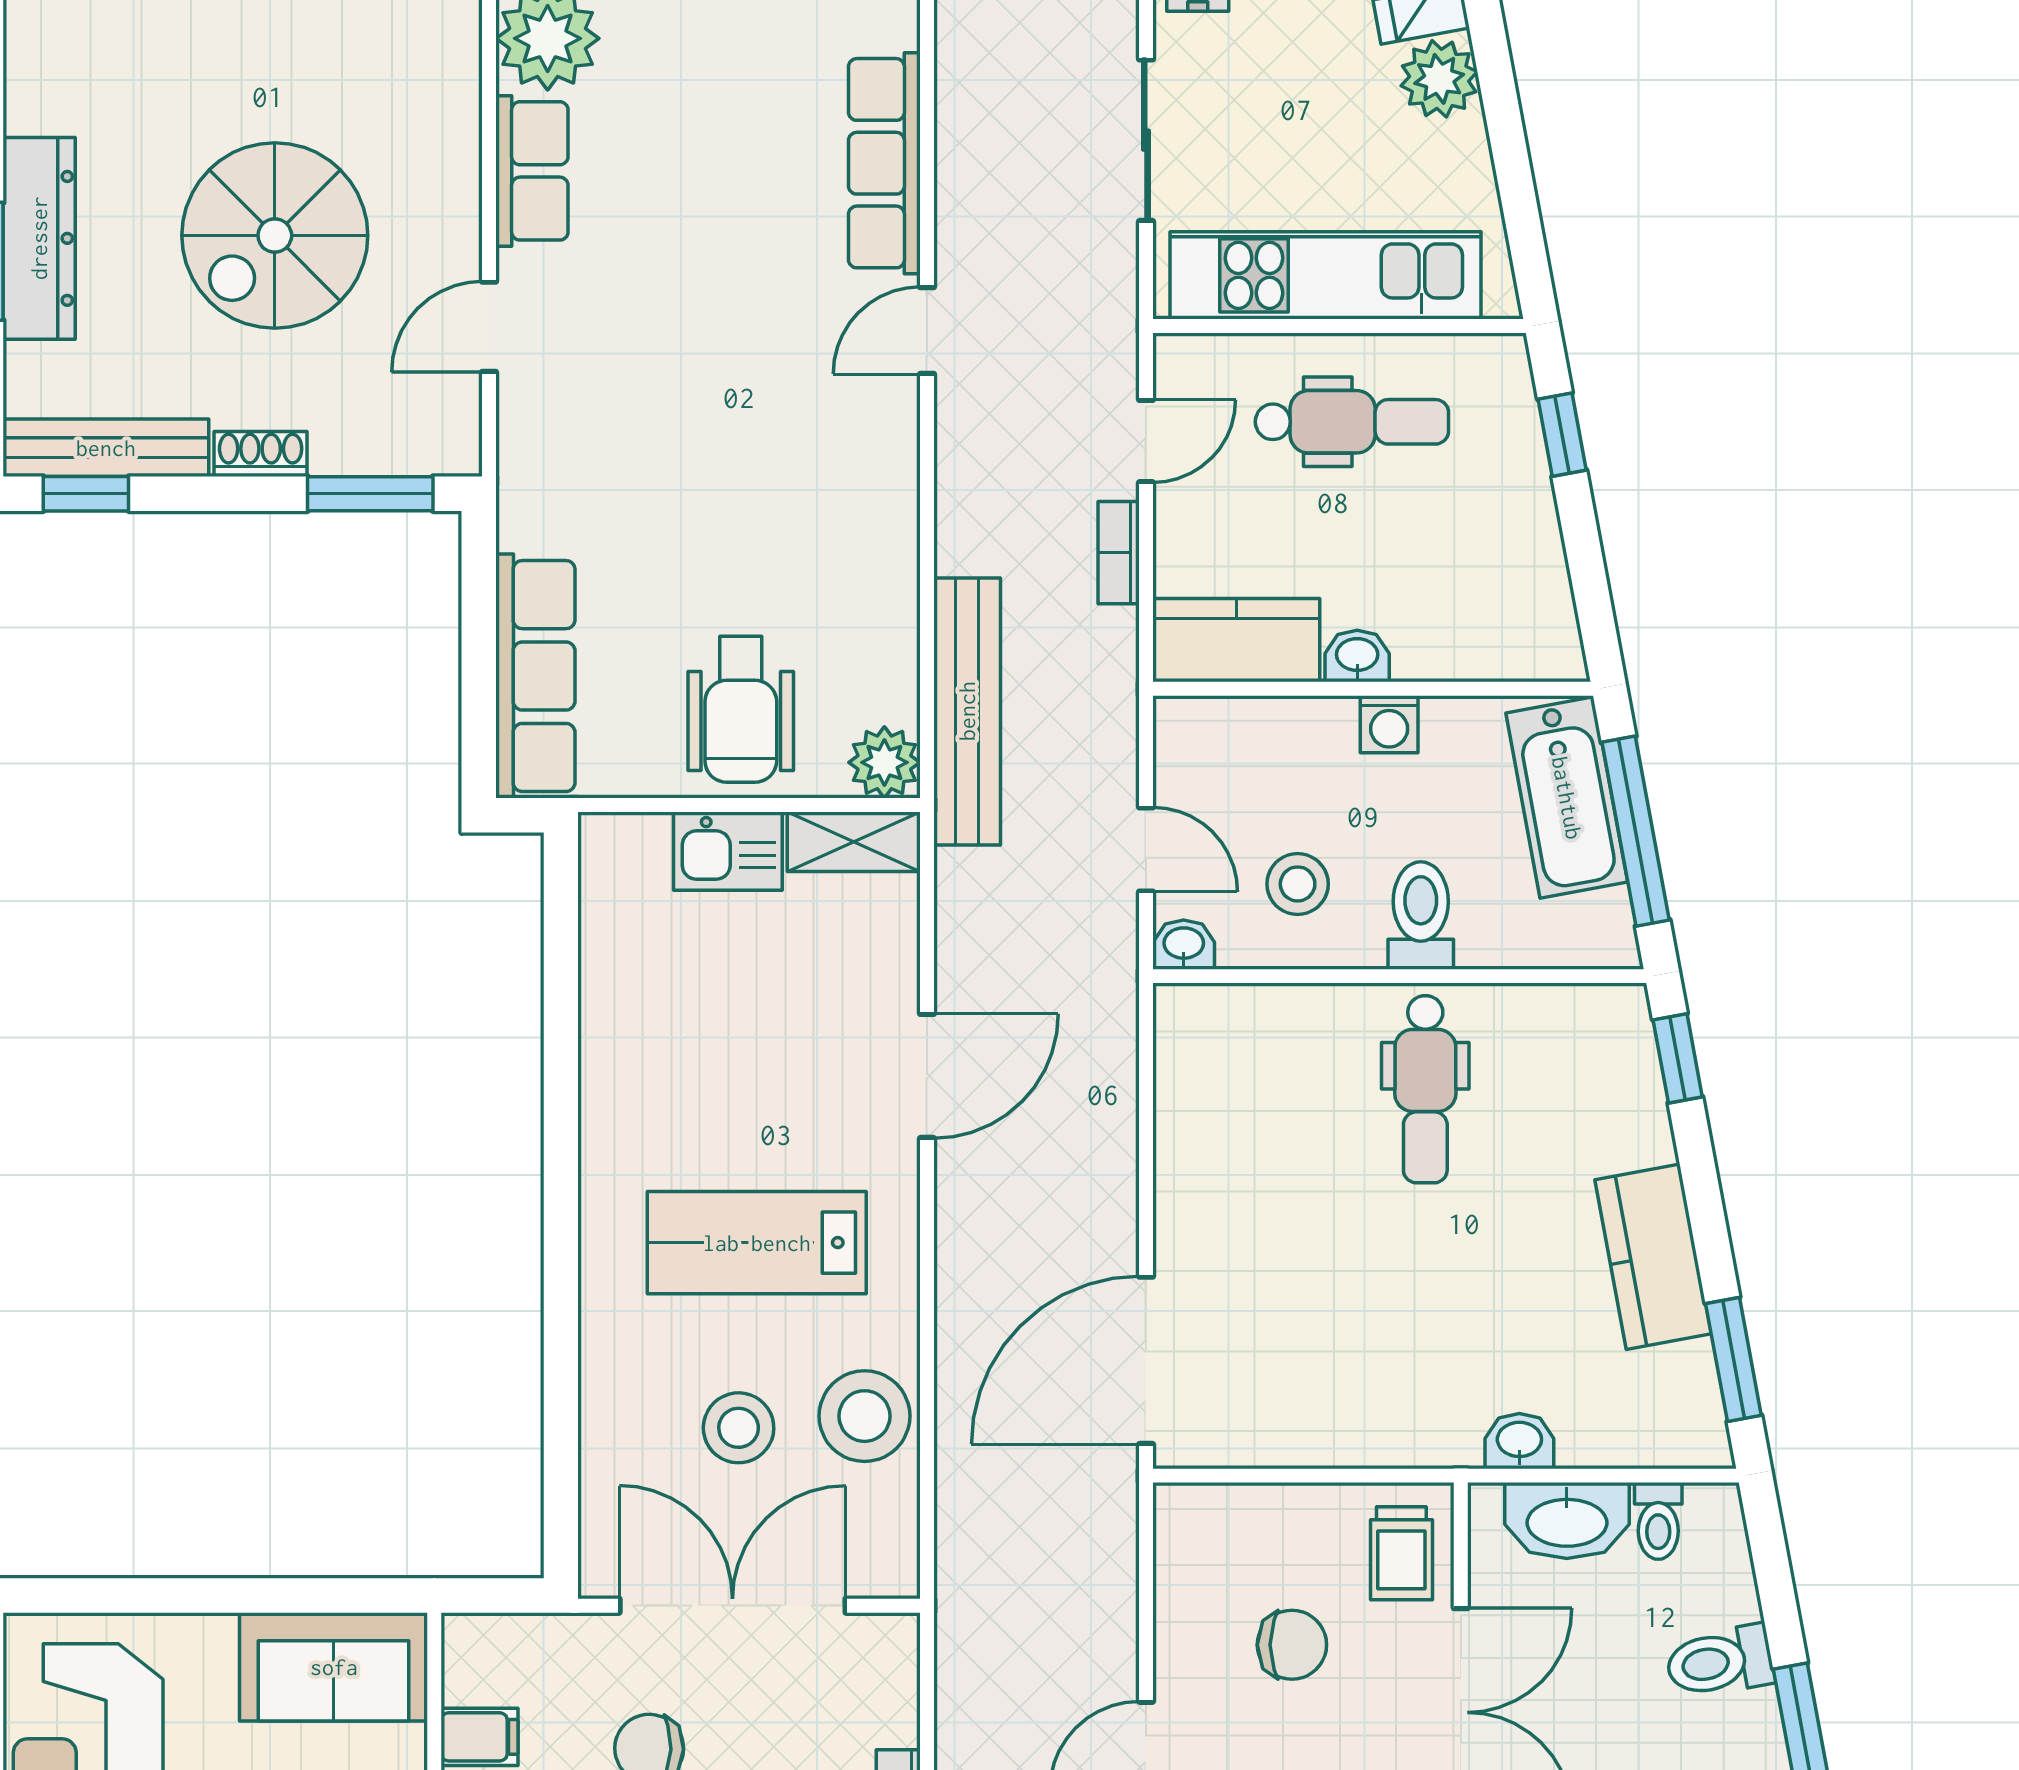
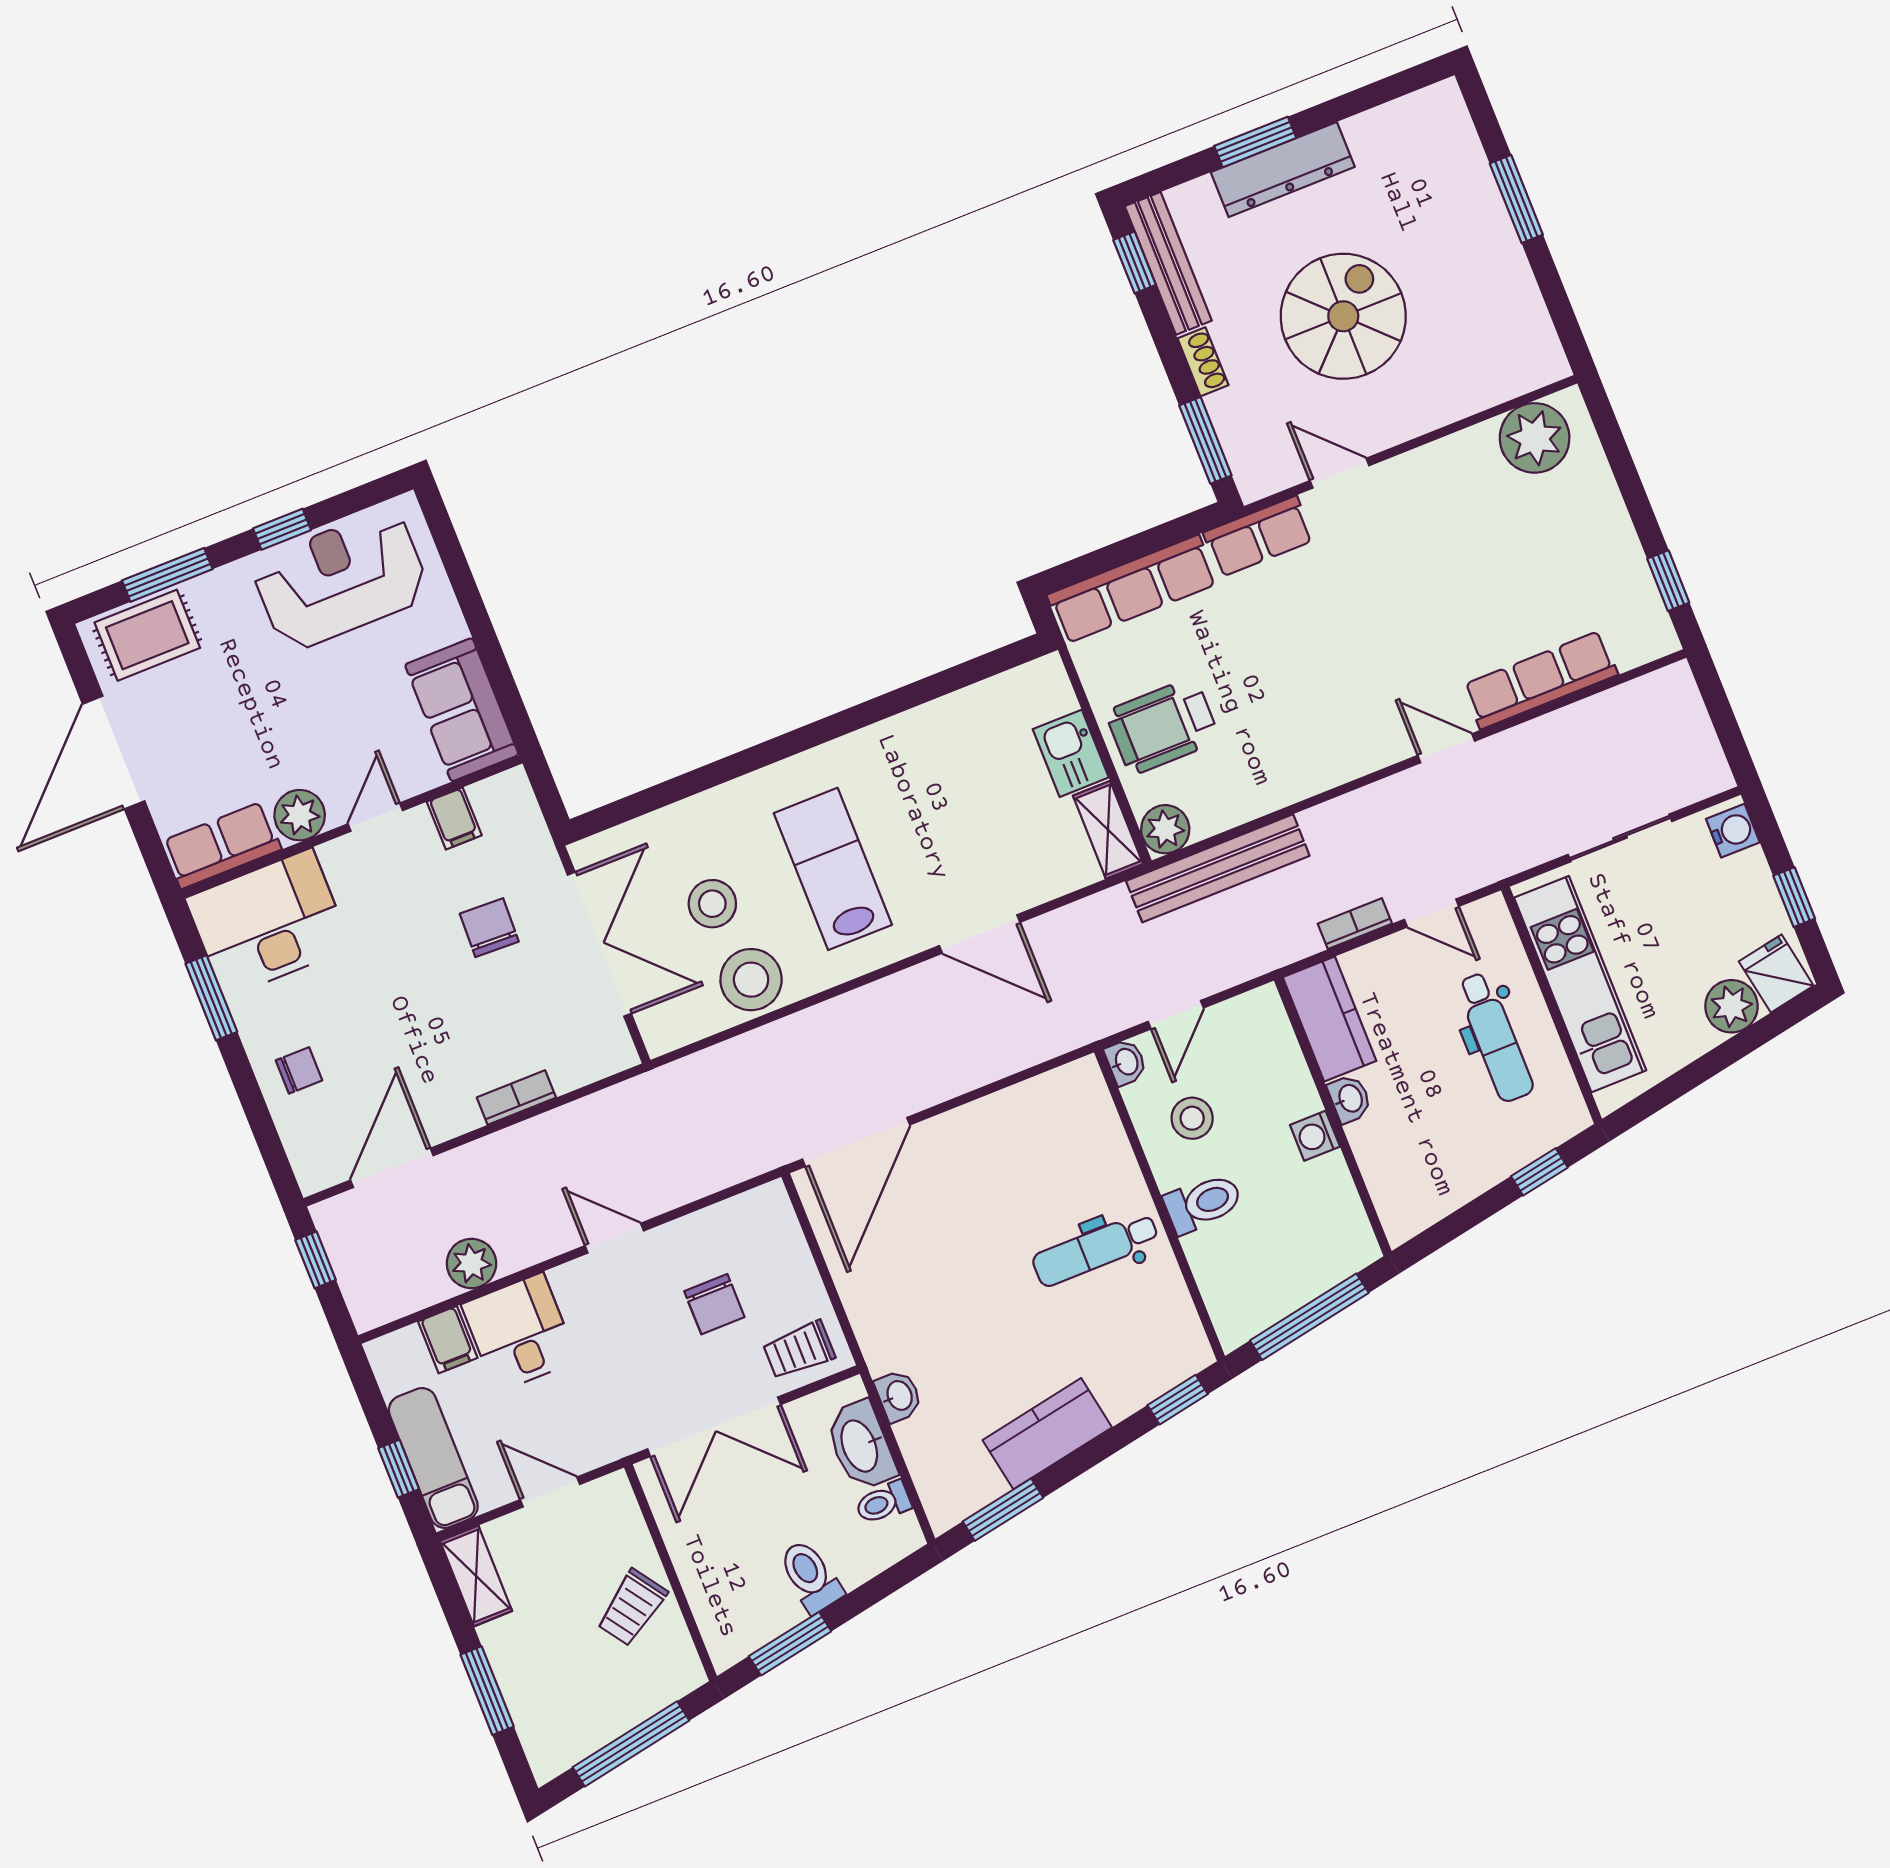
row of seats: (532, 171) -> (1259, 536), moved
spiral stairs: (275, 235) -> (1343, 316), turned 90
bathtub: (1567, 798) -> (1313, 1265), removed
door: (1146, 1360) -> (856, 1142), swing flipped

